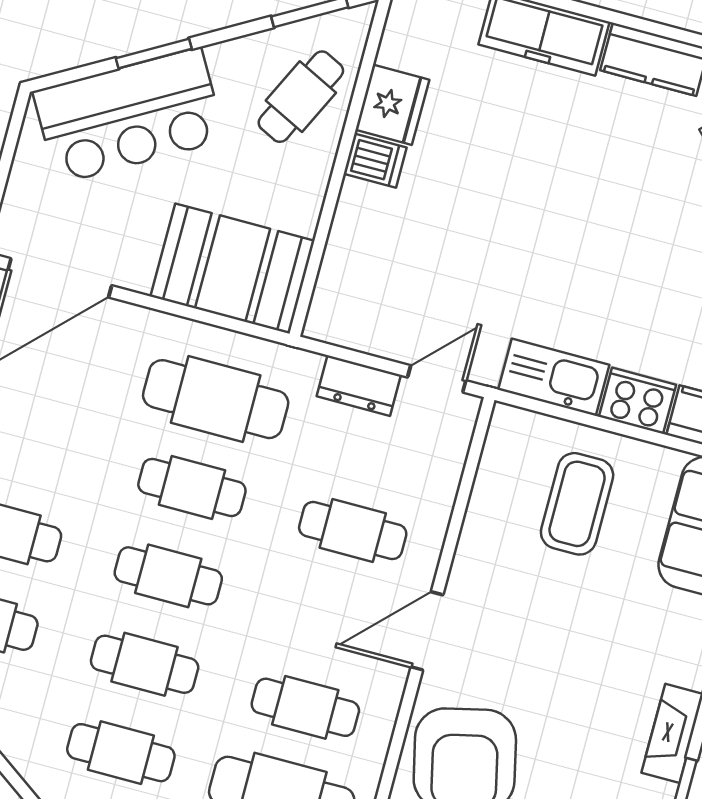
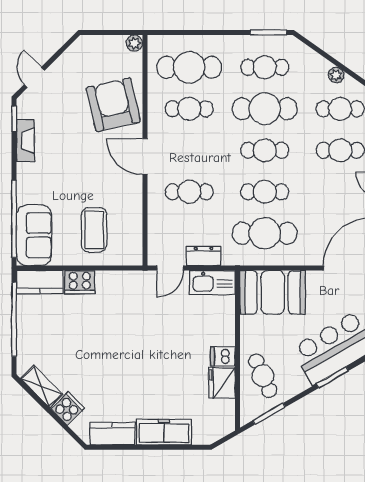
cafe table: (301, 97) -> (263, 376), turned -50
kitchen sink: (554, 377) -> (212, 283), moved
door: (427, 631) -> (145, 157), swing flipped
cafe table: (145, 664) -> (265, 109), width x1.37, depth x1.35

